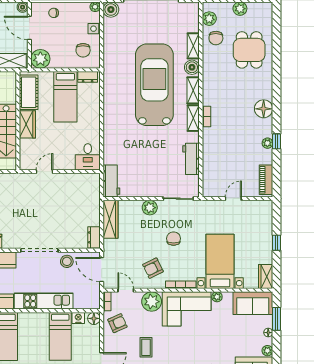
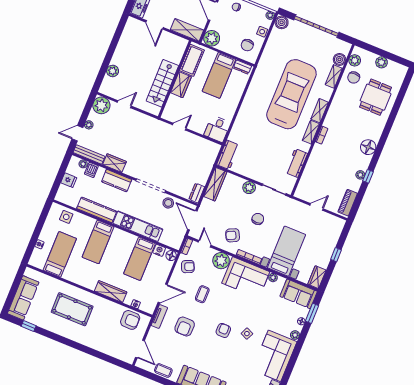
boiler: (192, 67) -> (339, 59), moved

